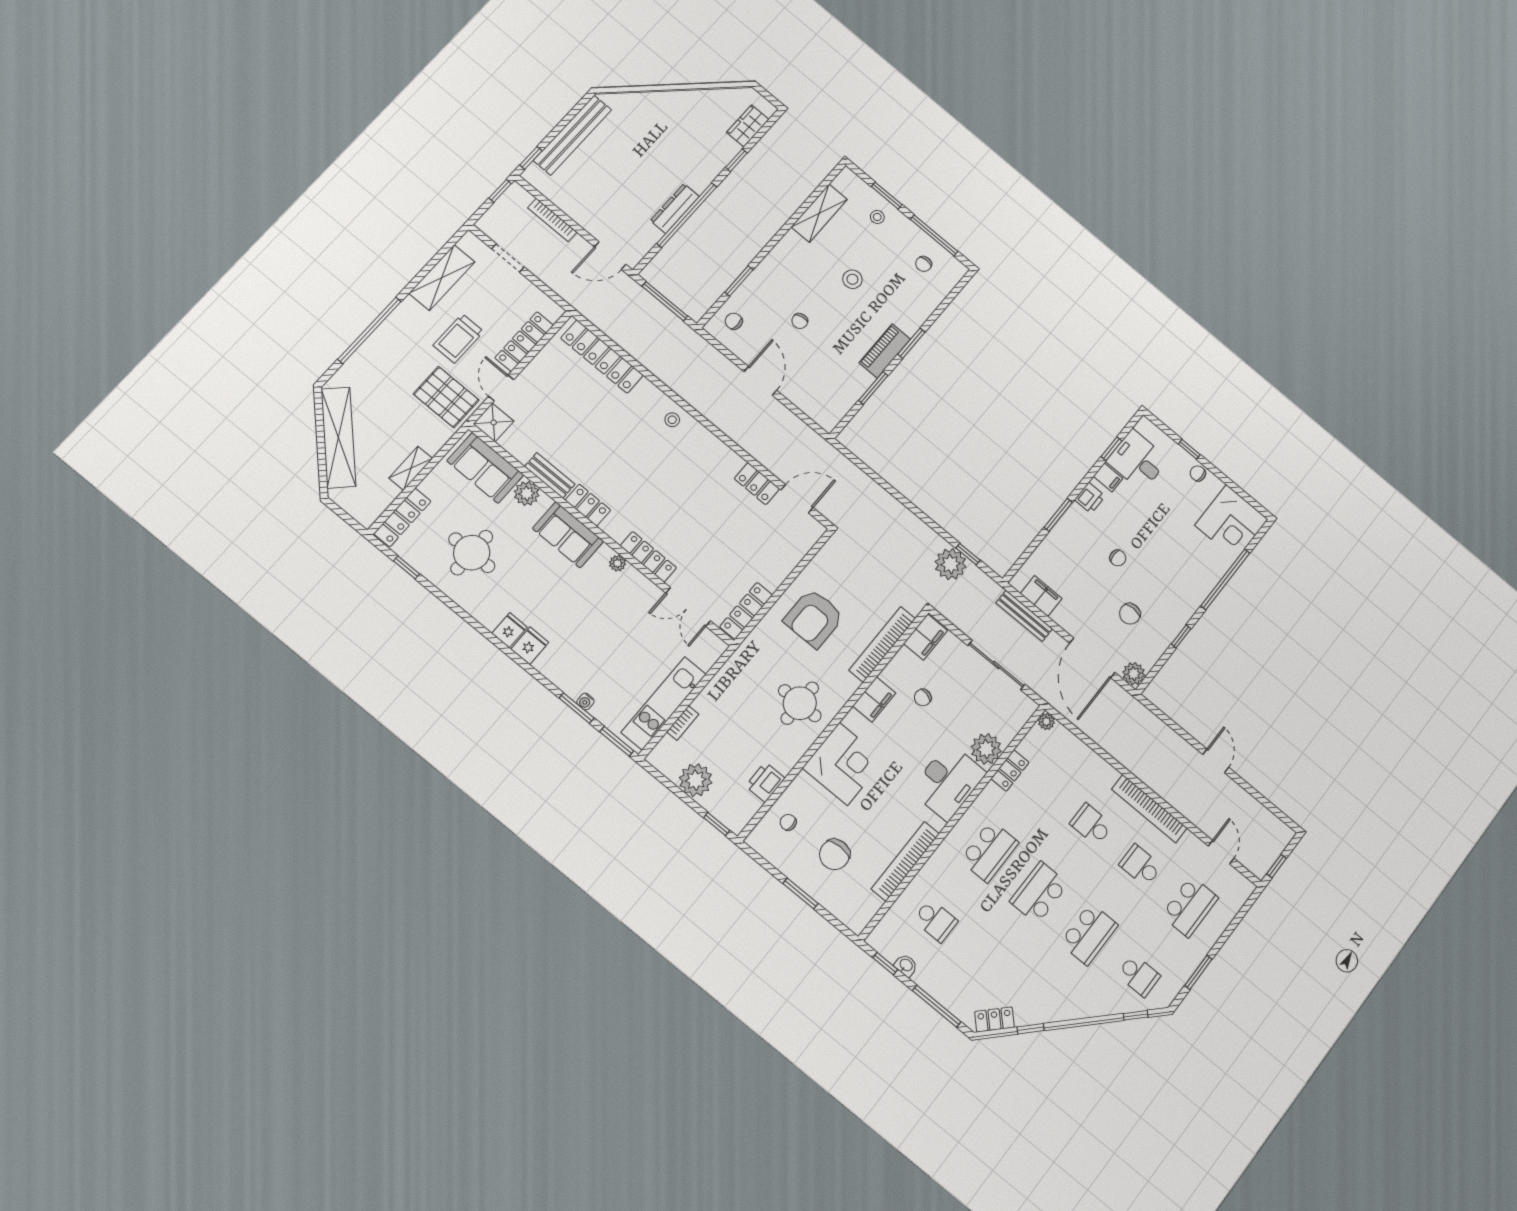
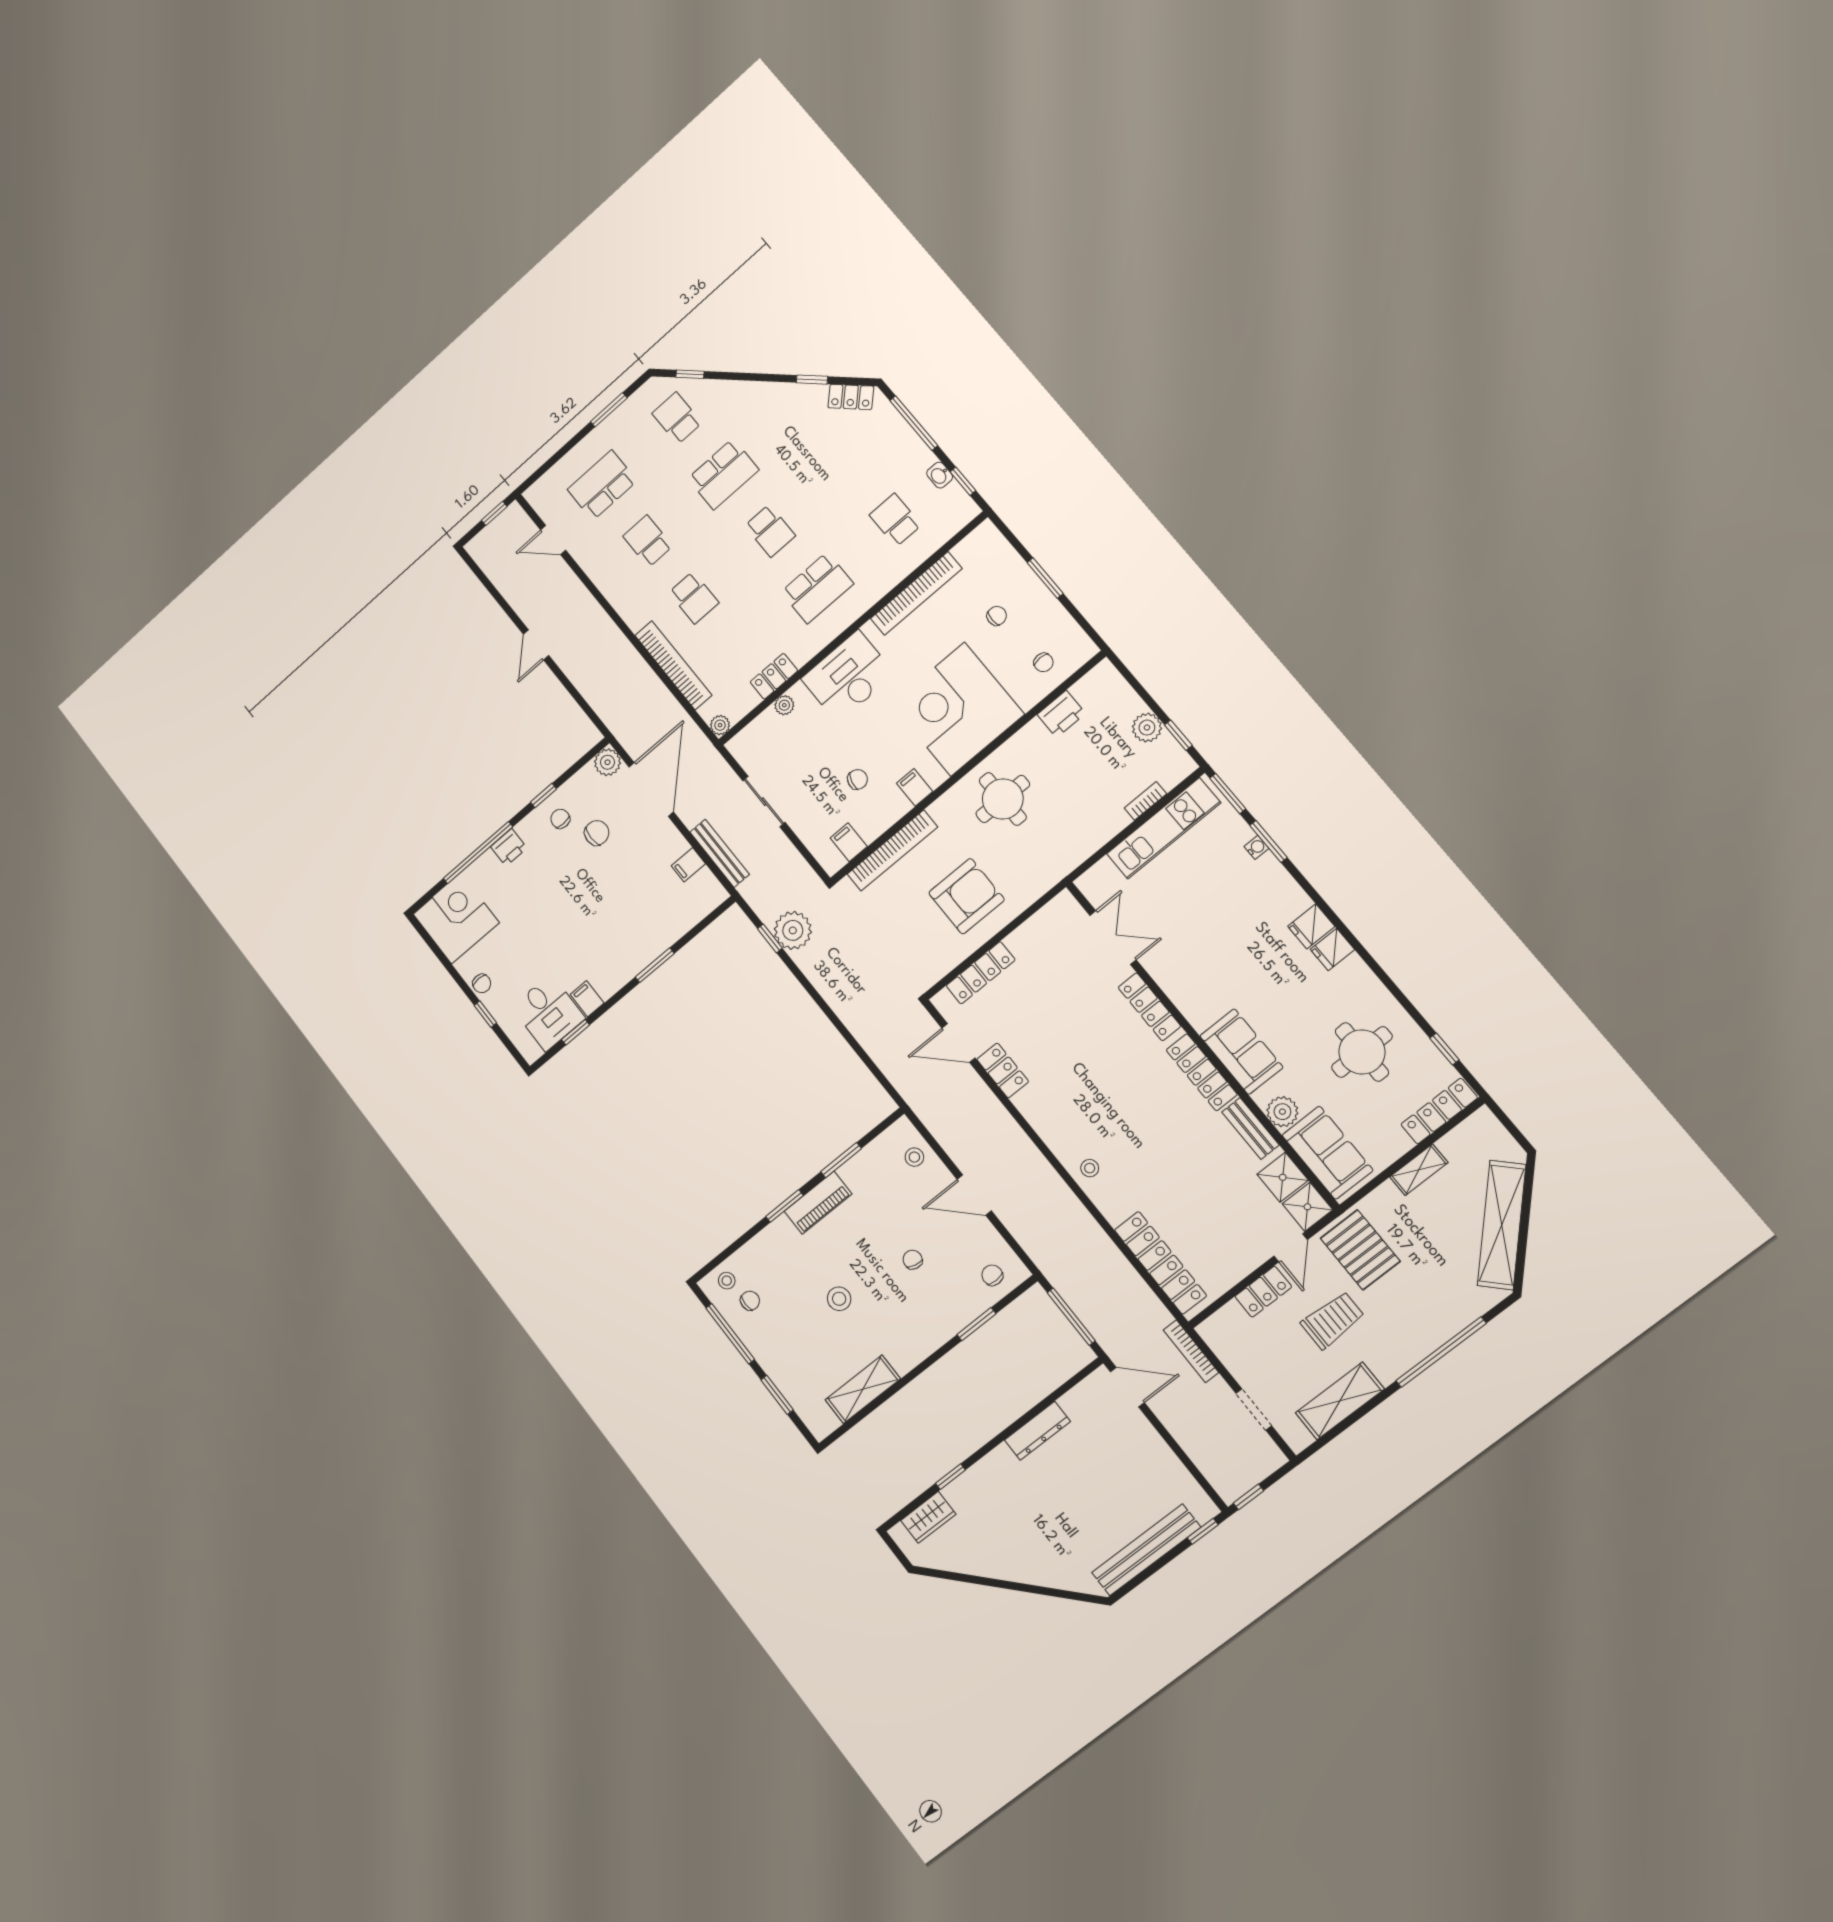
window: (687, 215) -> (1024, 1419), removed
stool: (877, 217) -> (727, 1281), moved
bookcase: (552, 220) -> (1191, 1351), moved, turned 180
chair: (734, 321) -> (992, 1275), turned 180
chair: (800, 321) -> (913, 1260), turned -65
locker: (524, 342) -> (1263, 1292), width x0.66
door: (760, 381) -> (974, 1195), hinge flipped
stool: (815, 402) -> (914, 1157), added
shower: (517, 442) -> (1283, 1177), added
printer: (1090, 498) -> (509, 847), moved, turned 180
locker: (588, 505) -> (1202, 1072), width x1.53
chair: (1118, 558) -> (560, 819), moved
plant: (618, 563) -> (1188, 1006), removed
filing cabinet: (1041, 596) -> (688, 865), width x0.50
locker: (746, 611) -> (981, 973), moved
filing cabinet: (926, 637) -> (849, 842), width x0.50
sliding door: (996, 665) -> (764, 802), width x0.73
filing cabinet: (874, 699) -> (915, 787), width x0.50
plant: (986, 749) -> (784, 705), width x0.53, depth x0.53
corner desk: (843, 764) -> (958, 709), width x1.36, depth x1.36
plant: (696, 780) -> (1147, 728), width x0.73, depth x0.73
bookcase: (1149, 809) -> (673, 665), moved
window: (717, 824) -> (1178, 735), moved
school desk: (989, 851) -> (817, 588), turned 180
door: (1221, 852) -> (553, 540), hinge flipped
chair: (835, 854) -> (997, 616), width x0.54, depth x0.54
school desk: (1141, 865) -> (648, 541), turned 180
school desk: (1039, 893) -> (770, 531), width x0.54
school desk: (1089, 934) -> (723, 474), turned 180

